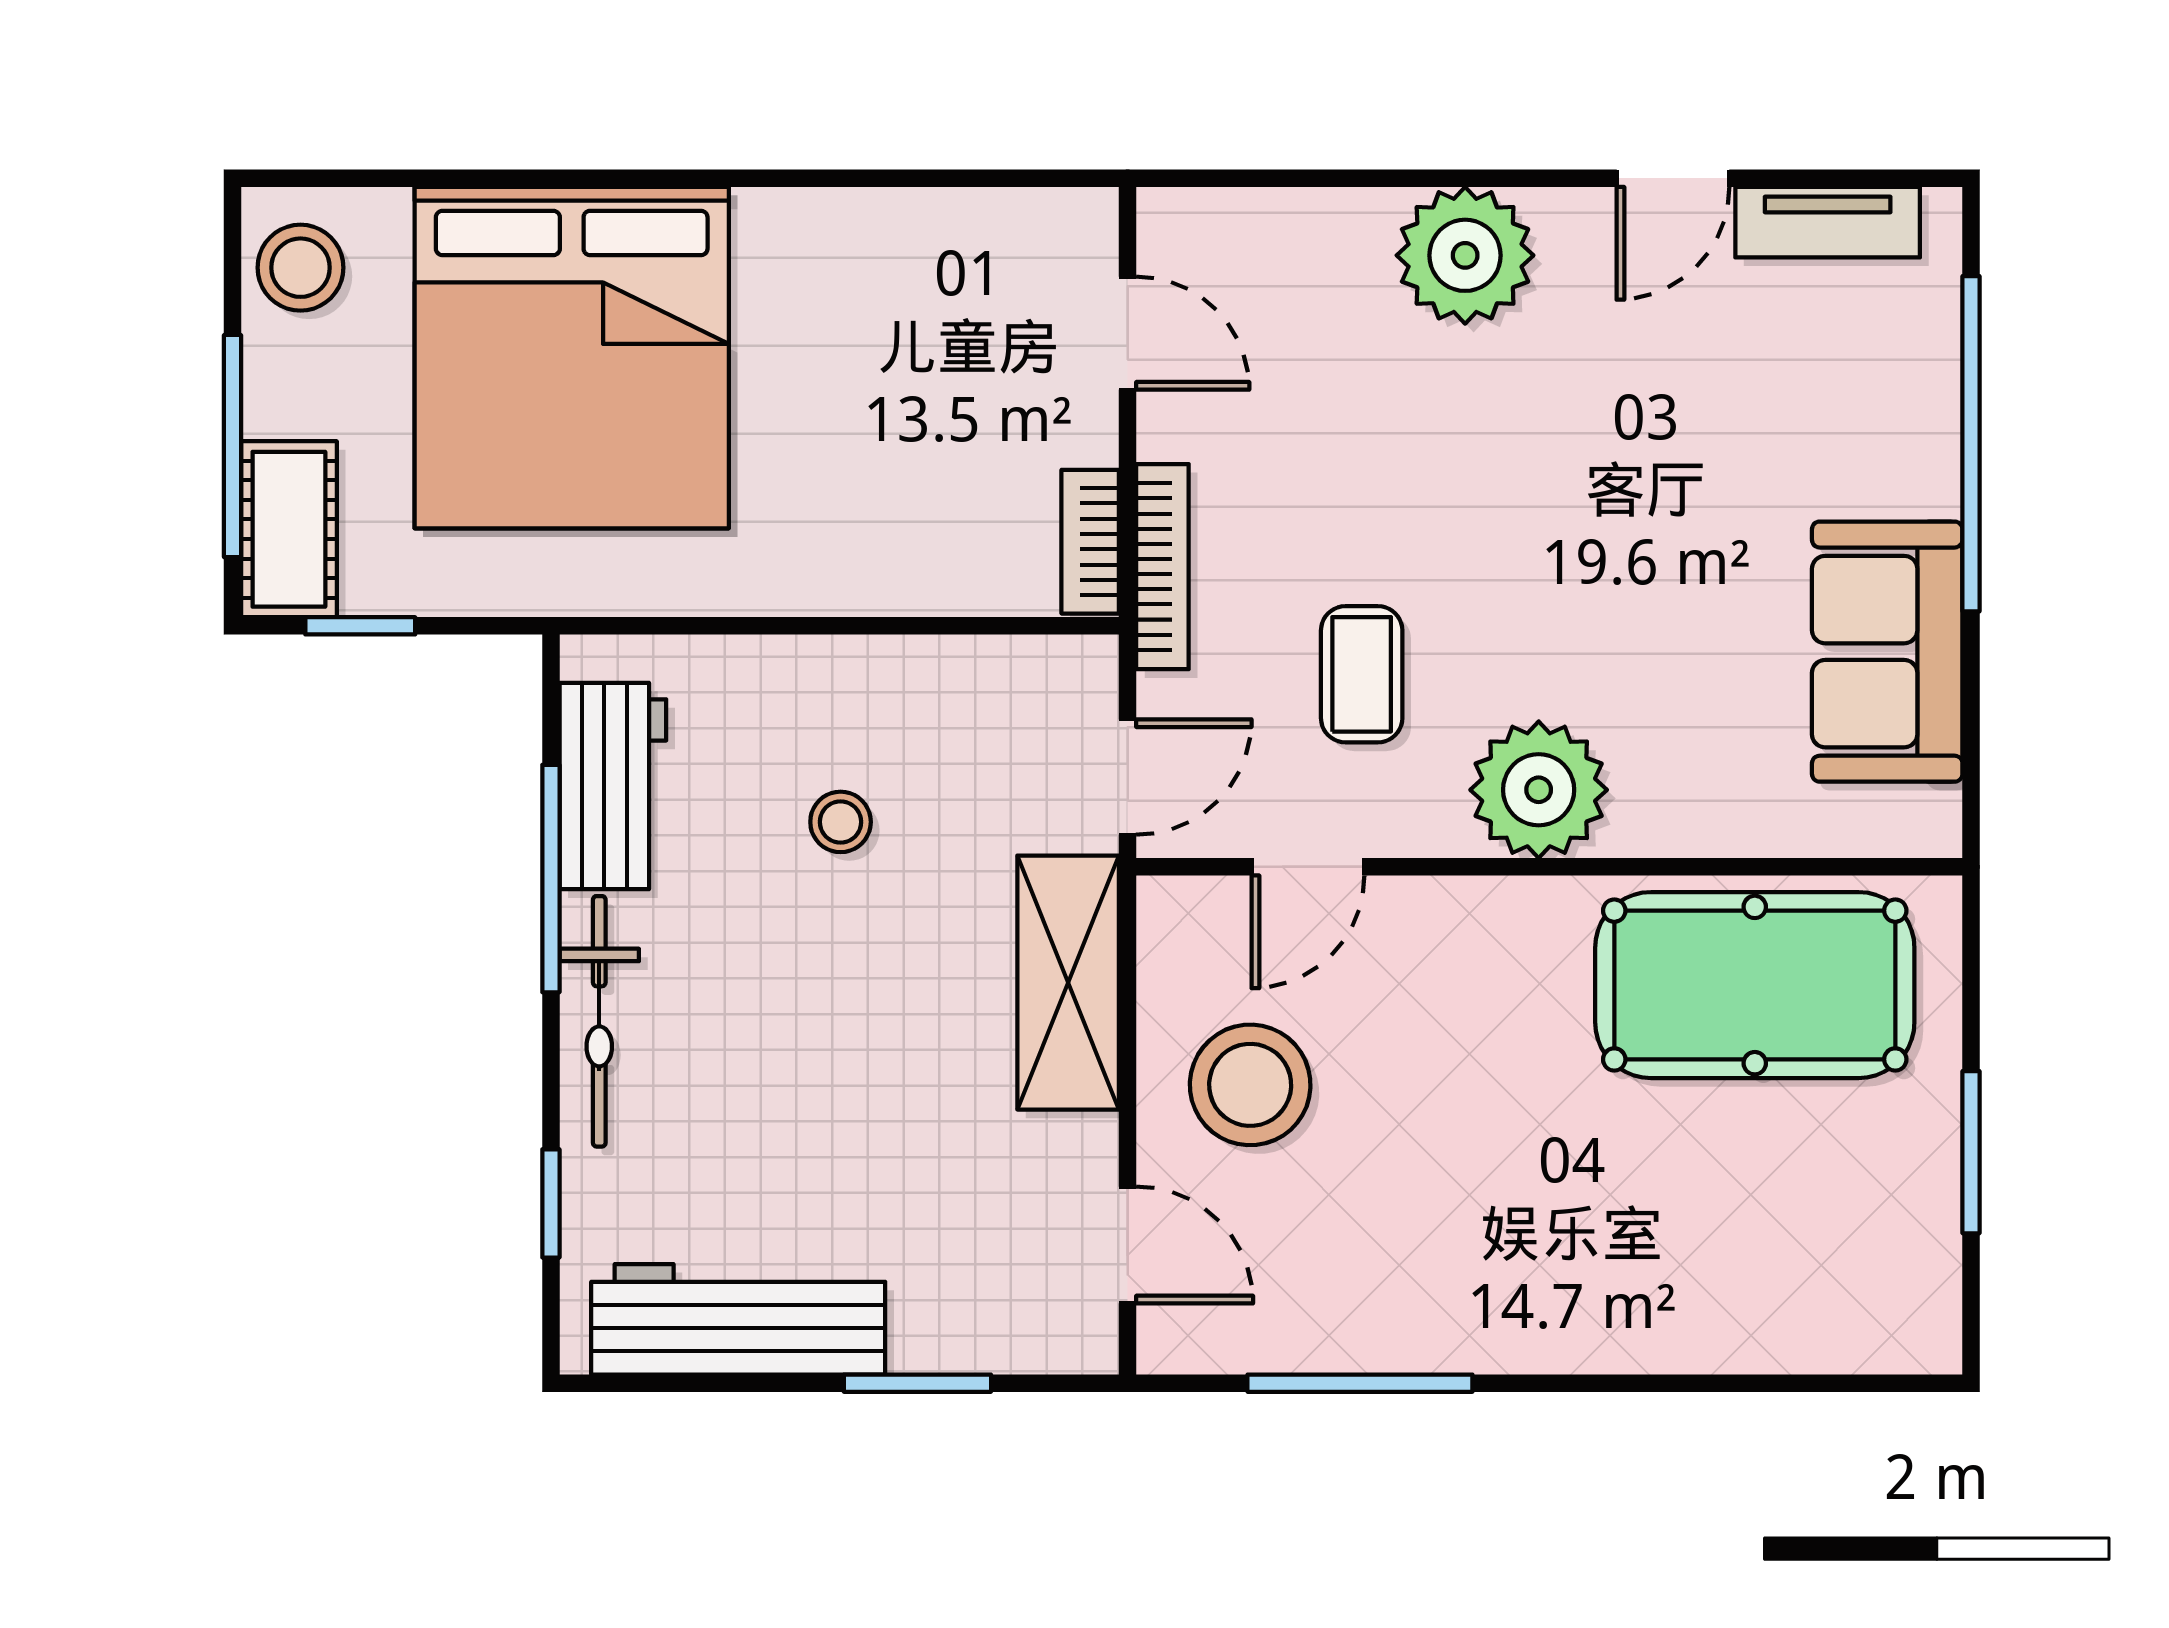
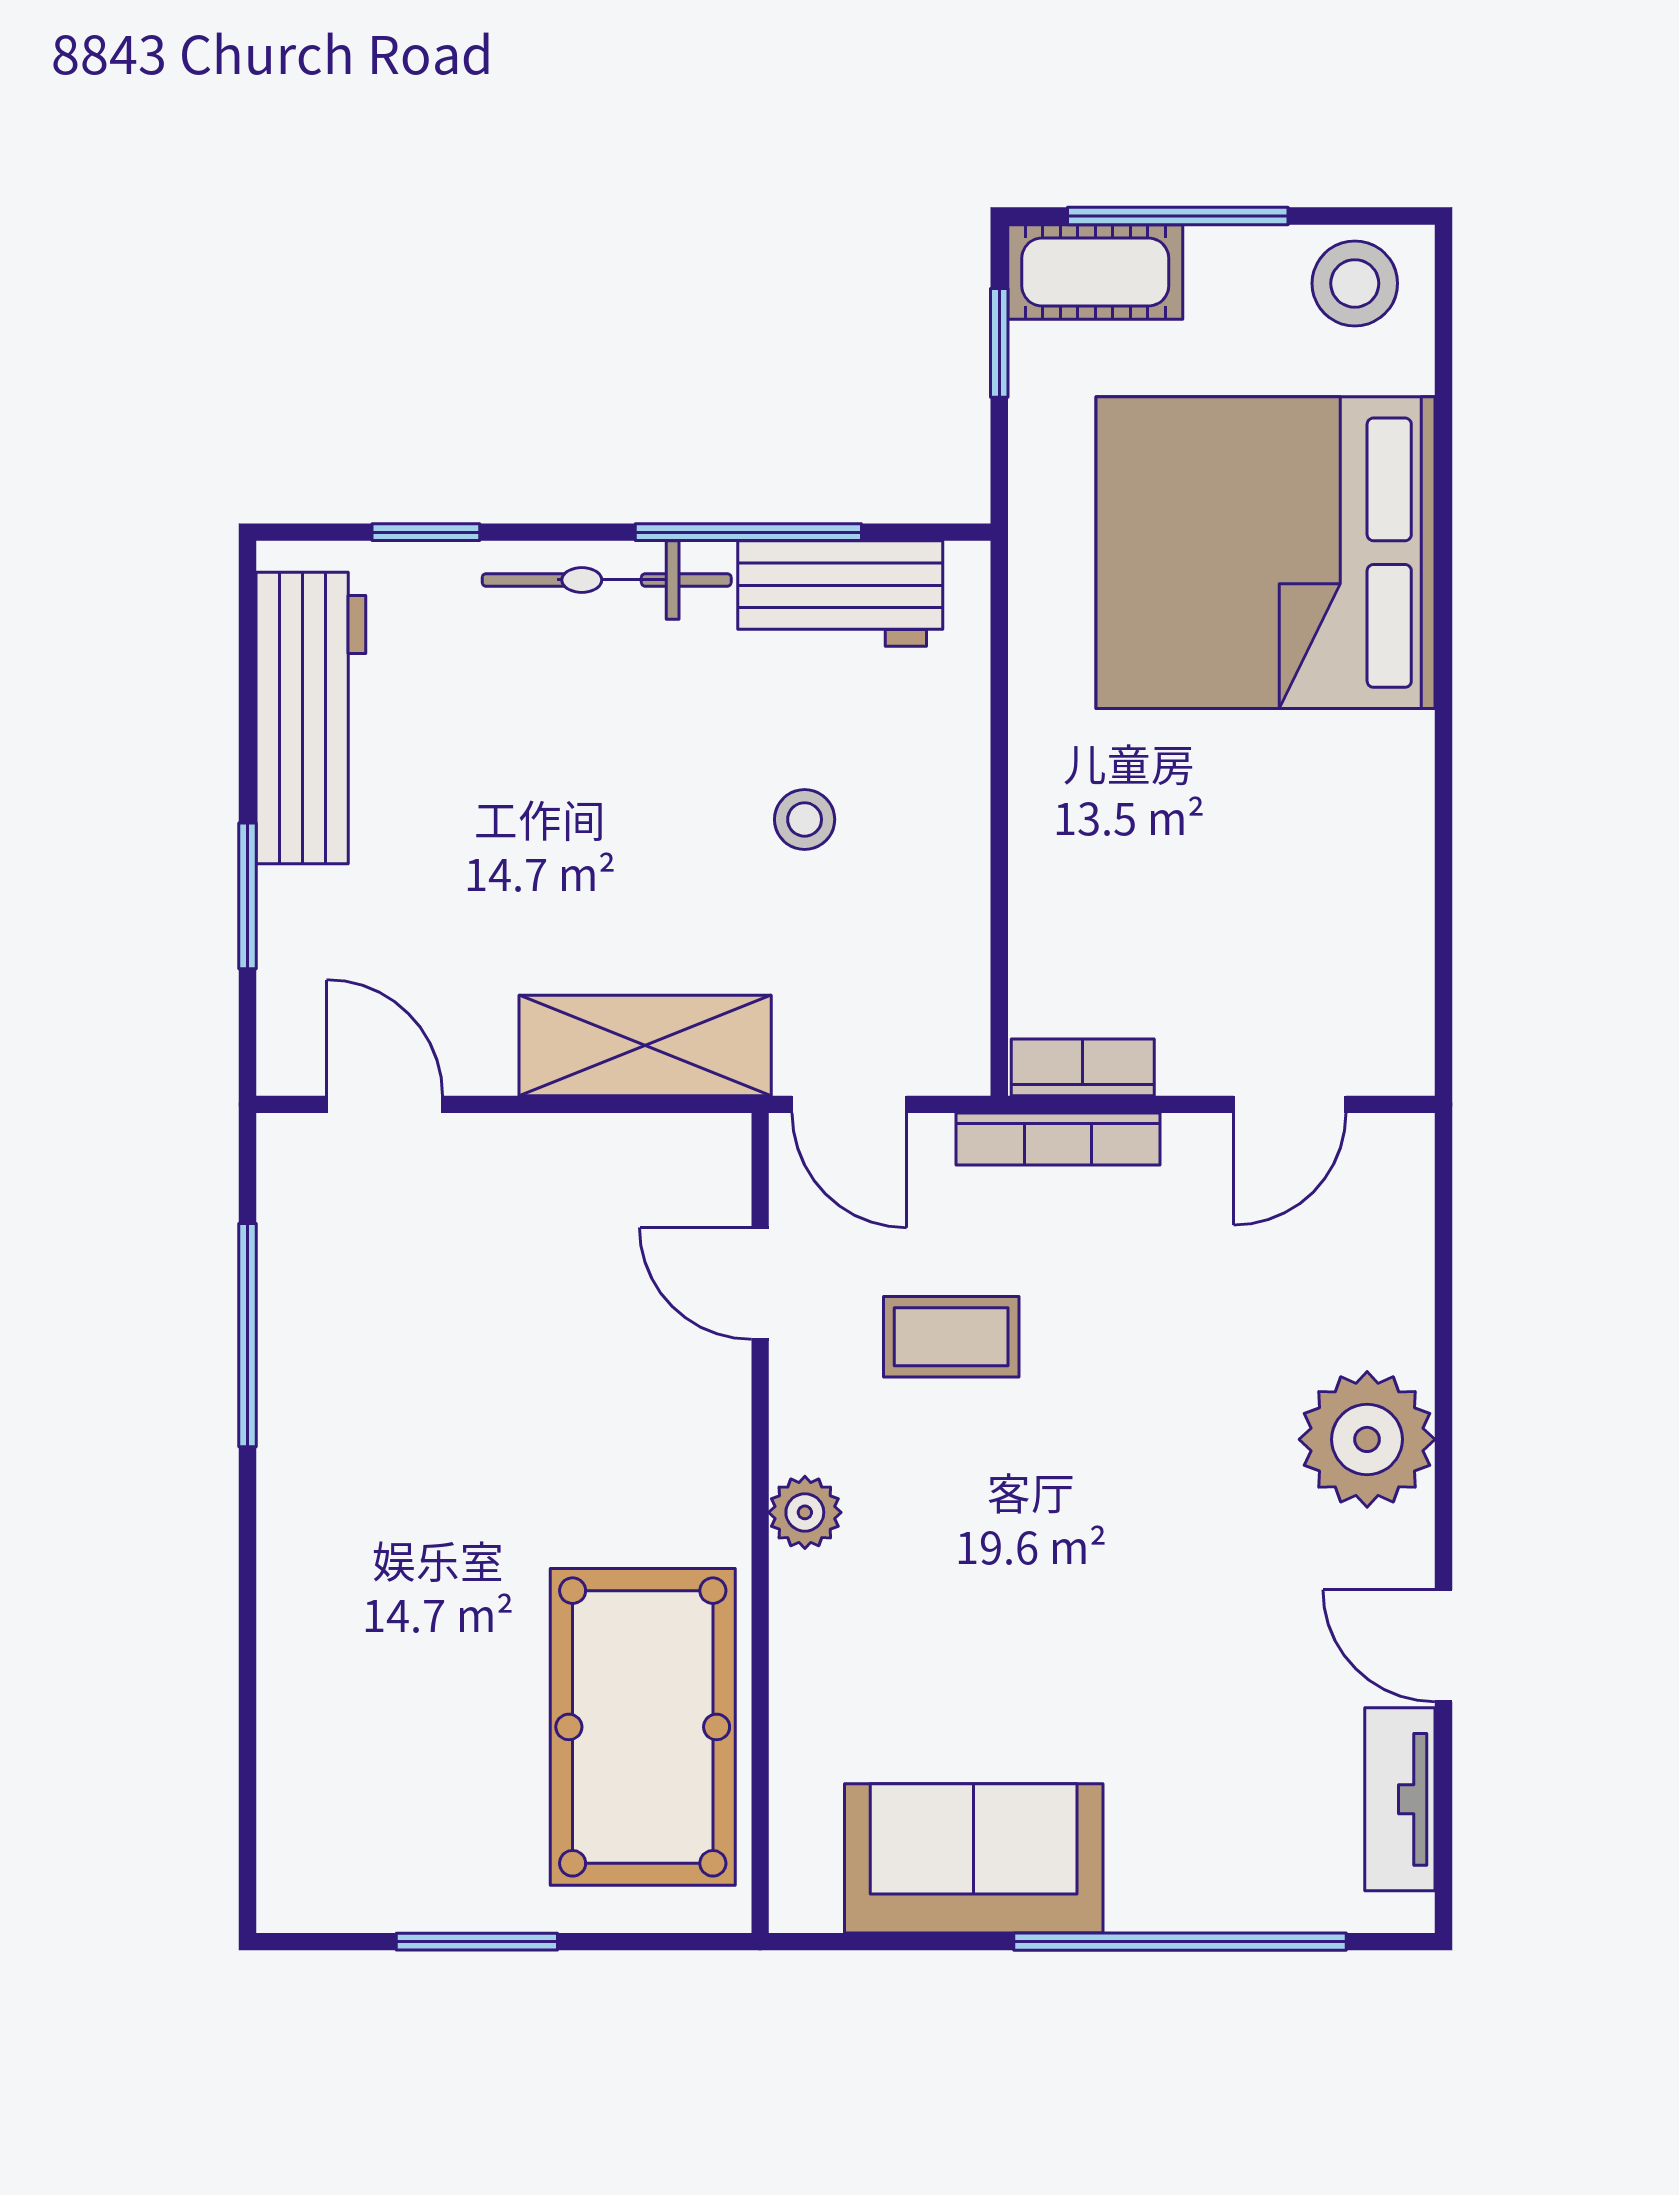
plant: (1539, 790) -> (805, 1512), width x0.53, depth x0.53
stool: (1250, 1085) -> (544, 1226), removed
door: (1128, 1245) -> (385, 1104), swing flipped

